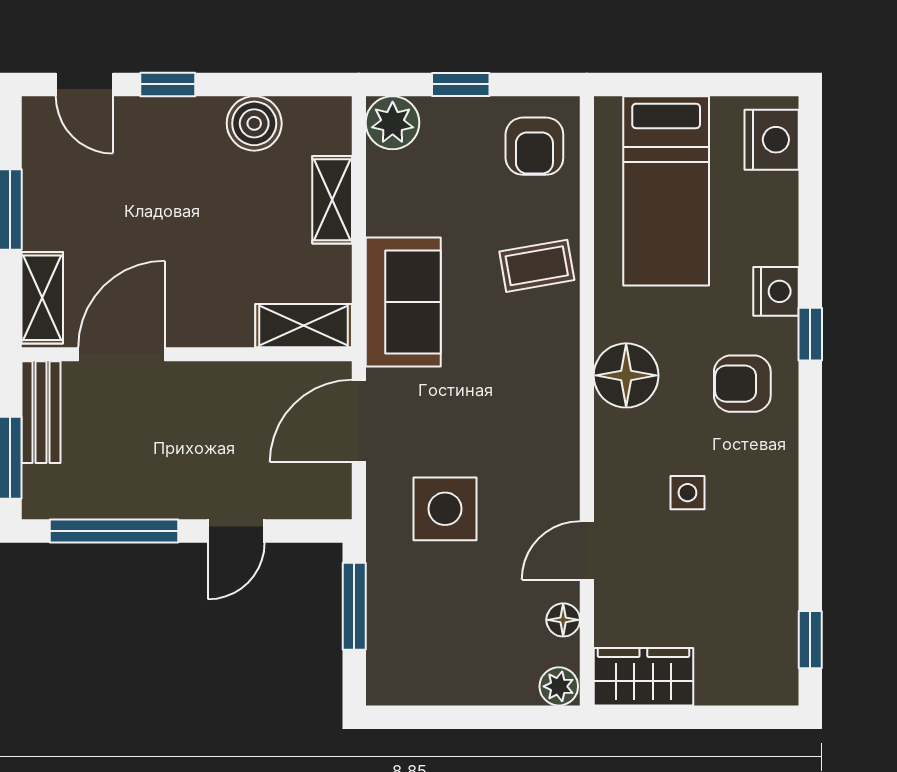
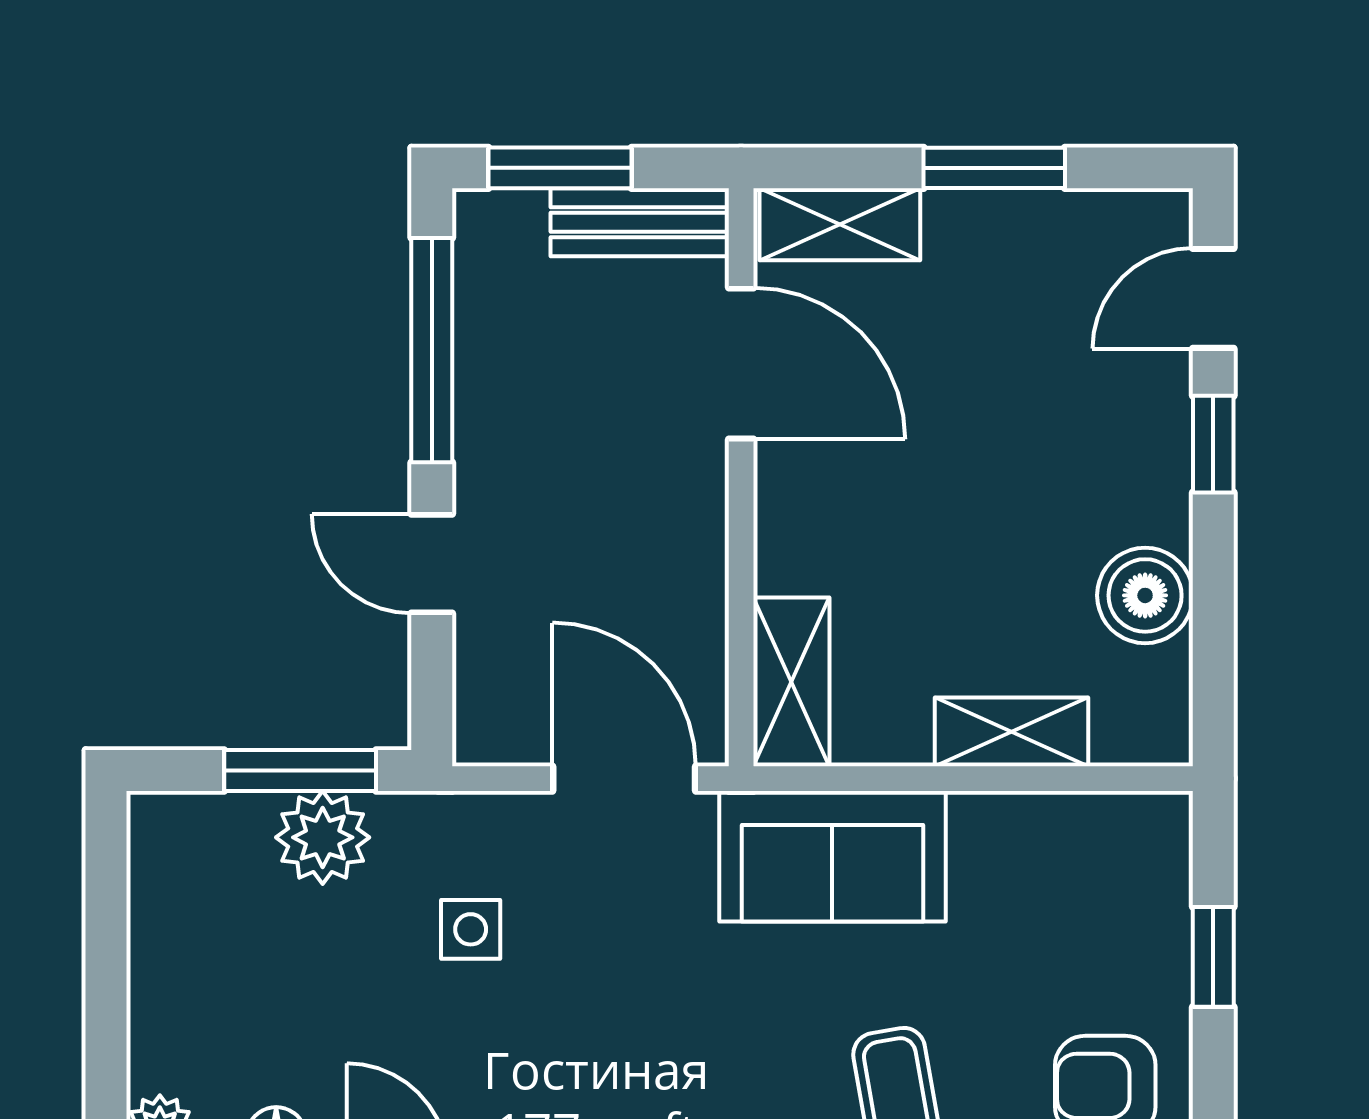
plant: (393, 123) -> (323, 837), moved
side table: (445, 509) -> (471, 929), width x0.54, depth x0.54

